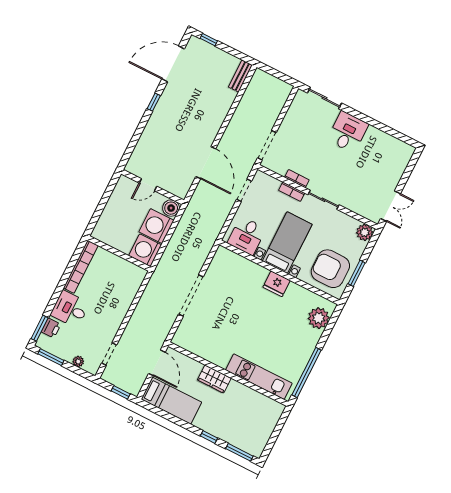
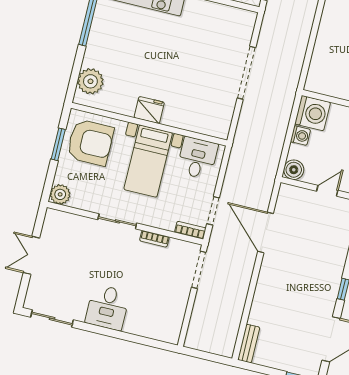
sliding door: (324, 98) -> (52, 319), moved
bookcase: (292, 192) -> (190, 230), moved
double door: (391, 206) -> (31, 255), moved
washing machine: (156, 226) -> (300, 136), width x0.53, depth x0.53

